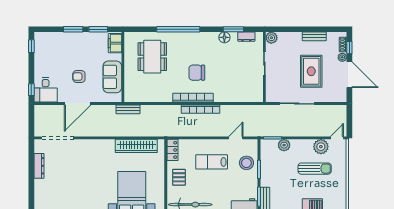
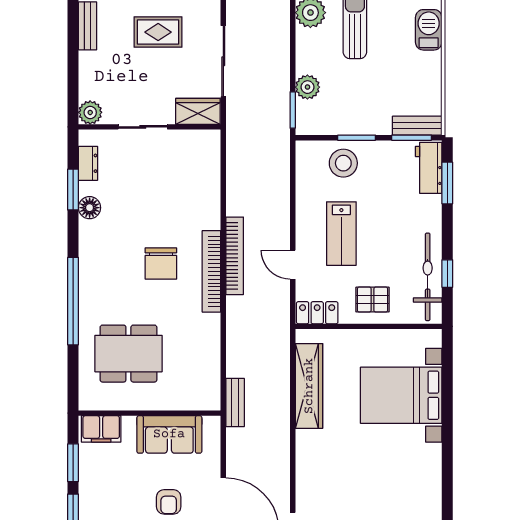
rug: (311, 71) -> (158, 32), width x0.73, depth x0.70
wardrobe: (272, 91) -> (198, 111), added
door: (236, 138) -> (293, 265), moved

